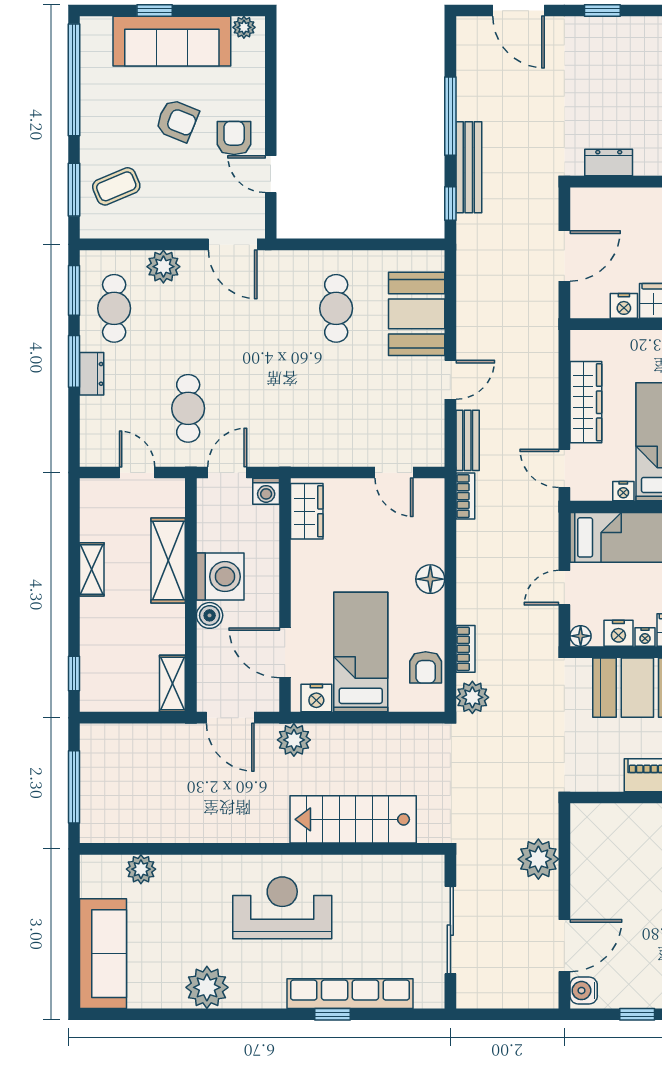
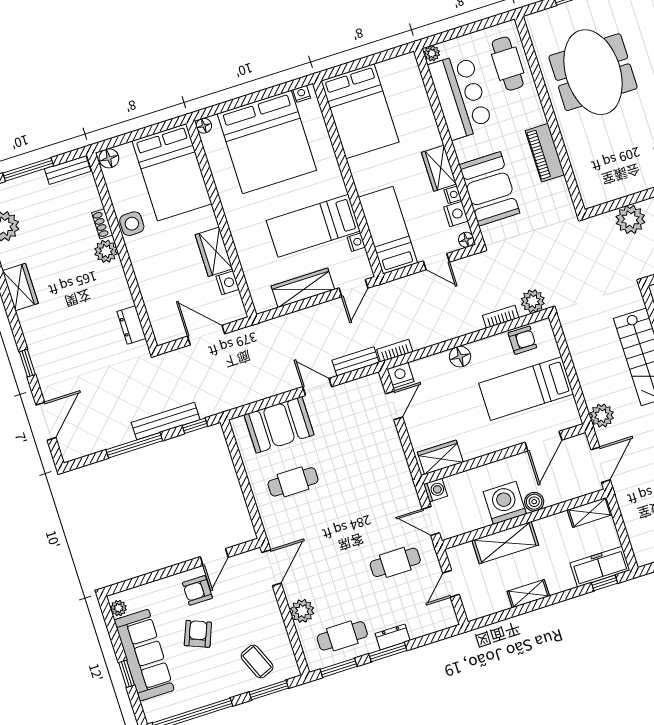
freezer: (97, 674) -> (600, 567), added
nightstand: (316, 698) -> (400, 375), moved, turned -90

